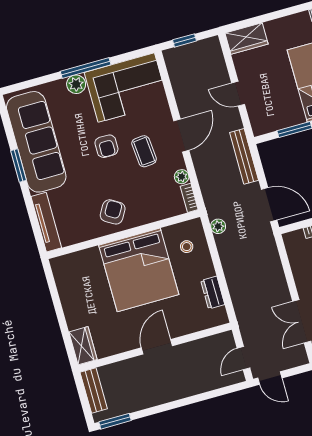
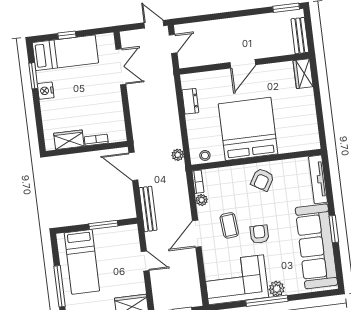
stool: (187, 247) -> (205, 155), moved

